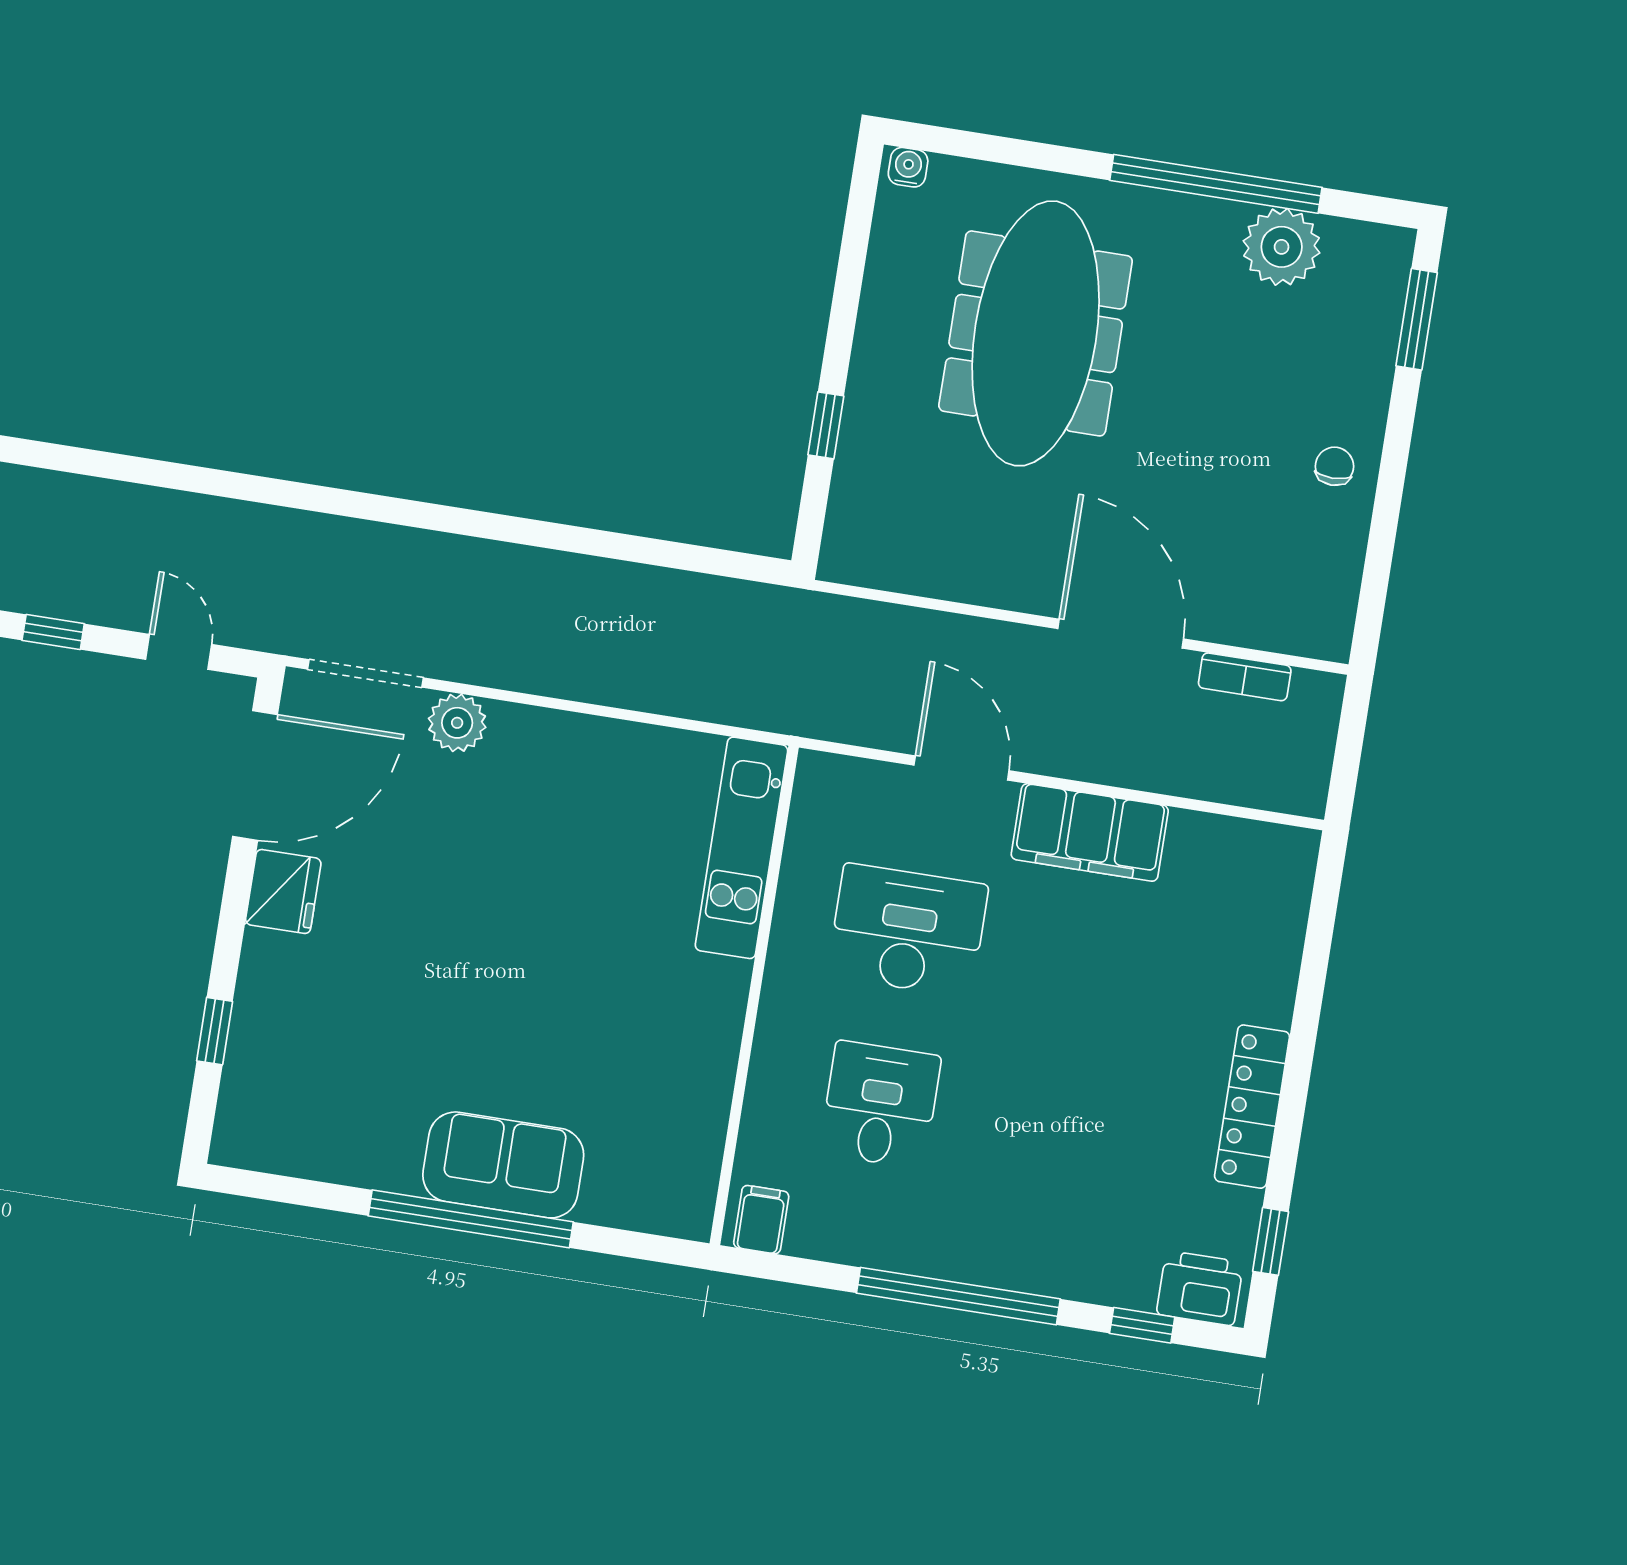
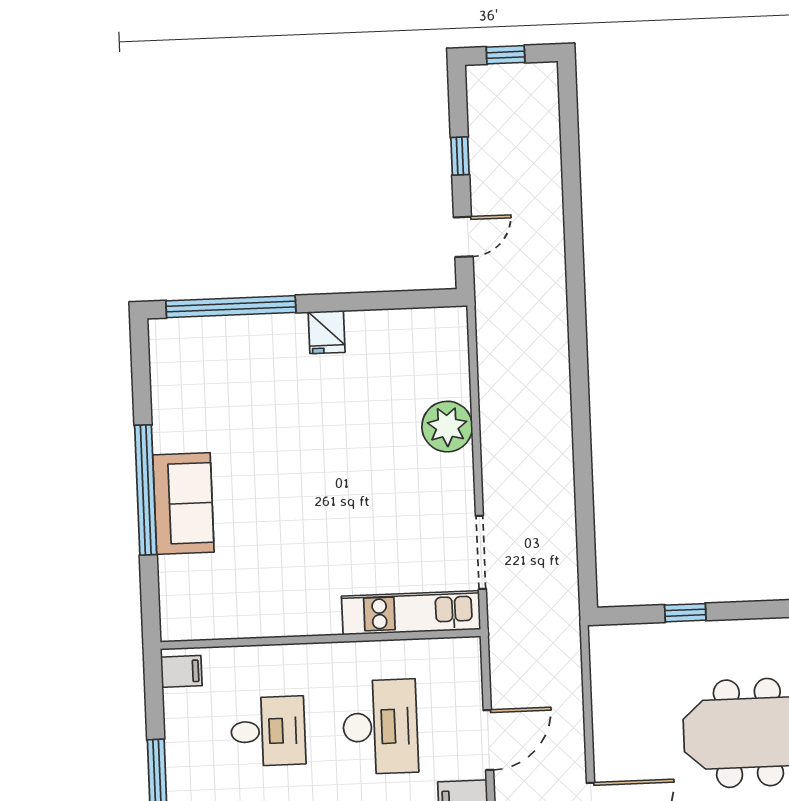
doorway: (365, 673) -> (481, 552), moved
plant: (457, 723) -> (447, 427), width x1.36, depth x1.36
door: (255, 776) -> (396, 300), removed
fridge: (283, 891) -> (327, 332), width x0.72
window: (215, 1031) -> (231, 307), width x3.17

